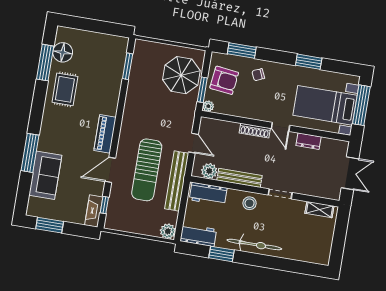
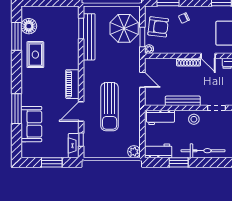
plant: (209, 171) -> (158, 99), removed
bench: (177, 181) -> (89, 37), moved
window: (50, 225) -> (52, 162), moved

